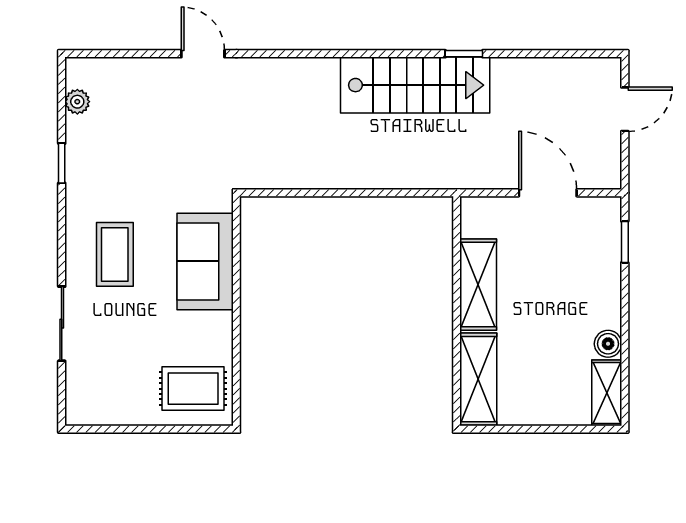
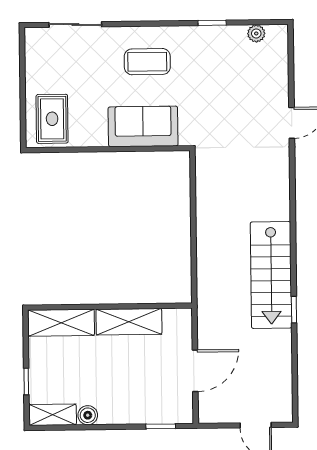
sliding door: (62, 324) -> (75, 25), moved
window: (560, 429) -> (26, 382), added

